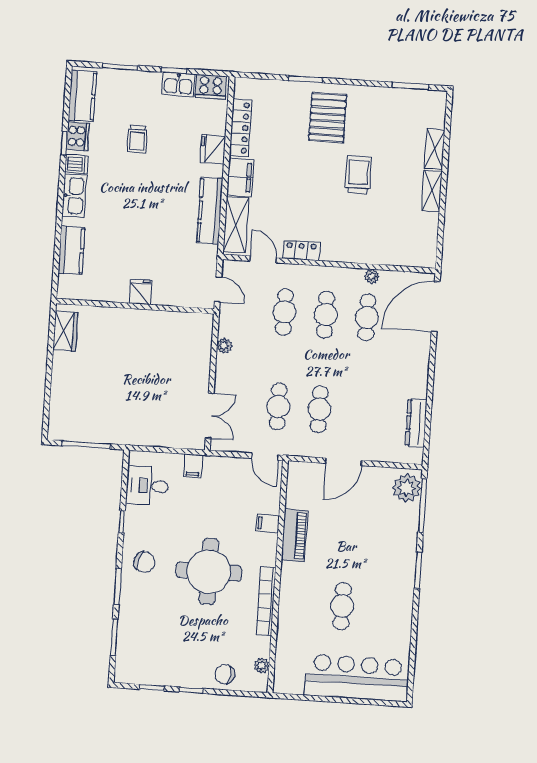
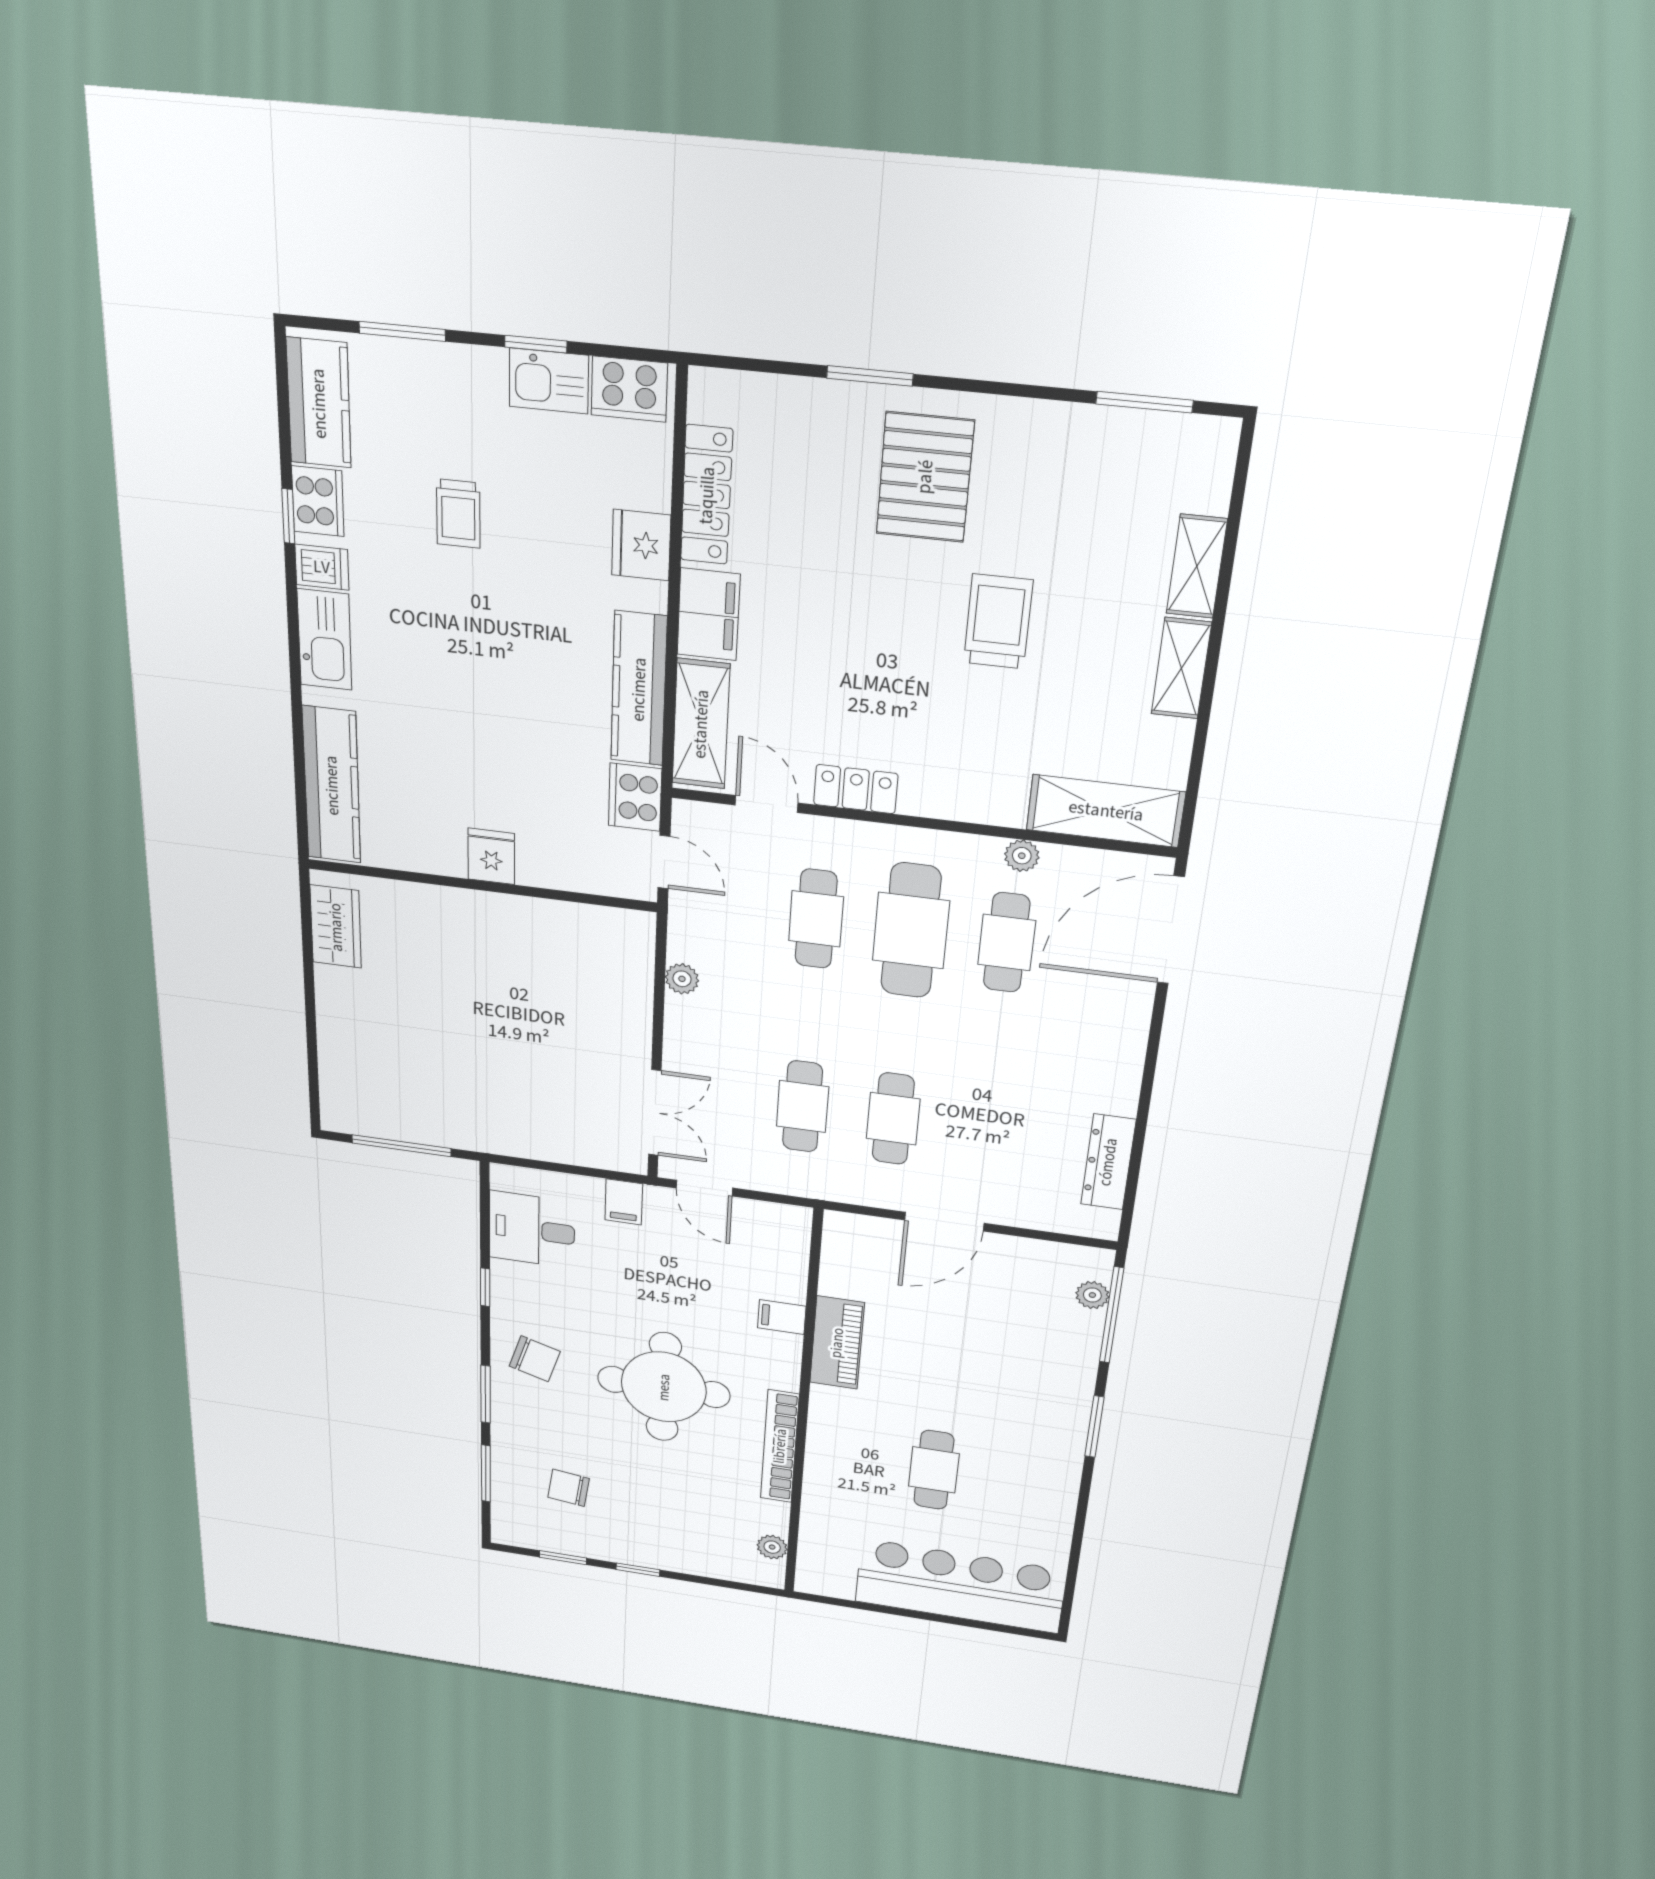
kitchen counter: (71, 250) -> (332, 785), width x1.50
shelving: (405, 254) -> (1106, 811), added
cooker: (206, 260) -> (635, 797), added
cafe table: (326, 315) -> (911, 931), width x1.37, depth x1.35
door: (265, 457) -> (704, 1188), moved
plant: (407, 488) -> (1092, 1295), width x0.53, depth x0.53
chair: (225, 674) -> (569, 1488), moved

